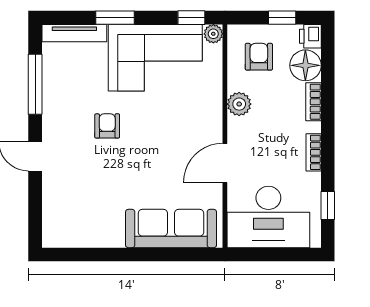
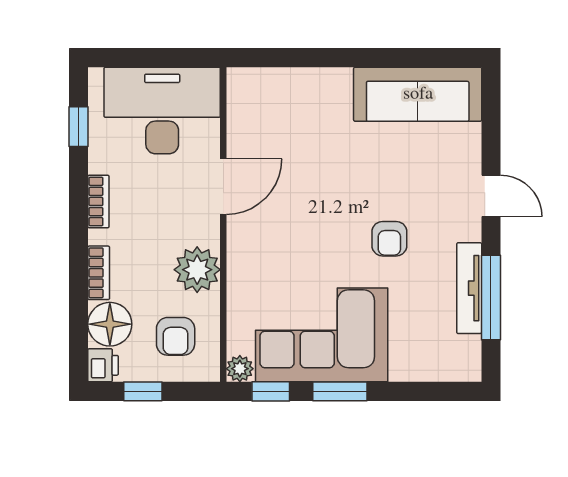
window: (115, 18) -> (340, 391), moved
tv unit: (74, 33) -> (469, 288), moved, turned -90
plant: (239, 104) -> (197, 270), width x1.36, depth x1.36
sofa: (171, 228) -> (418, 94), moved

